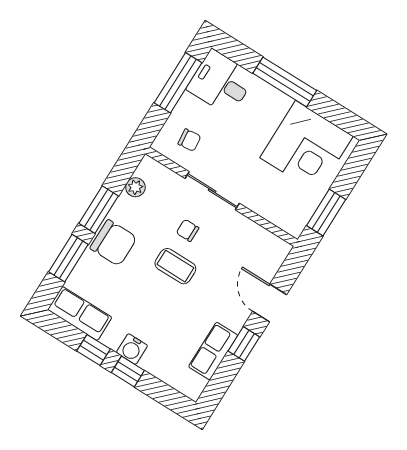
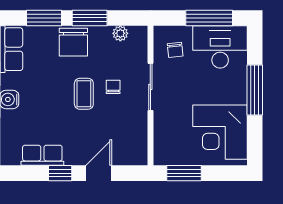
desk: (221, 82) -> (220, 47), width x1.37

